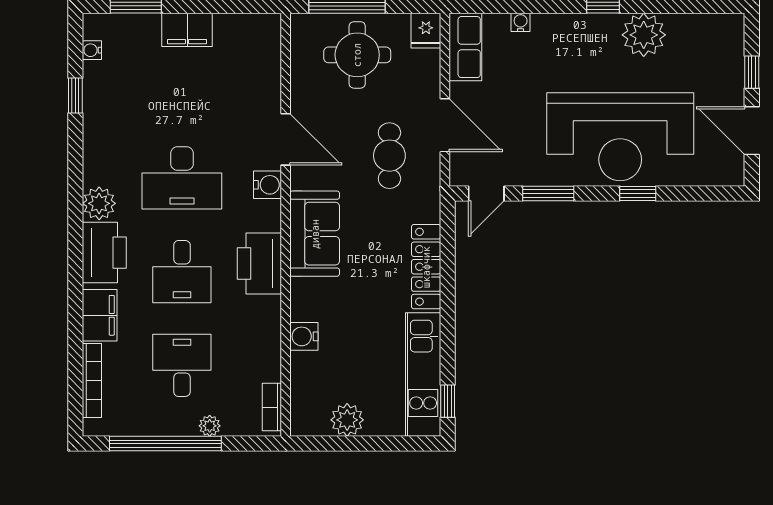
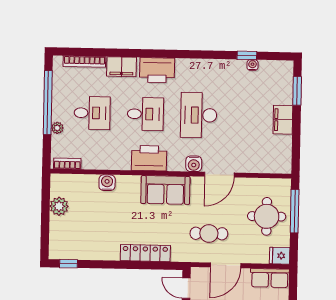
water cooler: (92, 50) -> (252, 65), moved
plant: (99, 203) -> (185, 68), removed
desk: (182, 272) -> (145, 114), turned 180
kitchen unit: (423, 375) -> (84, 250), removed

